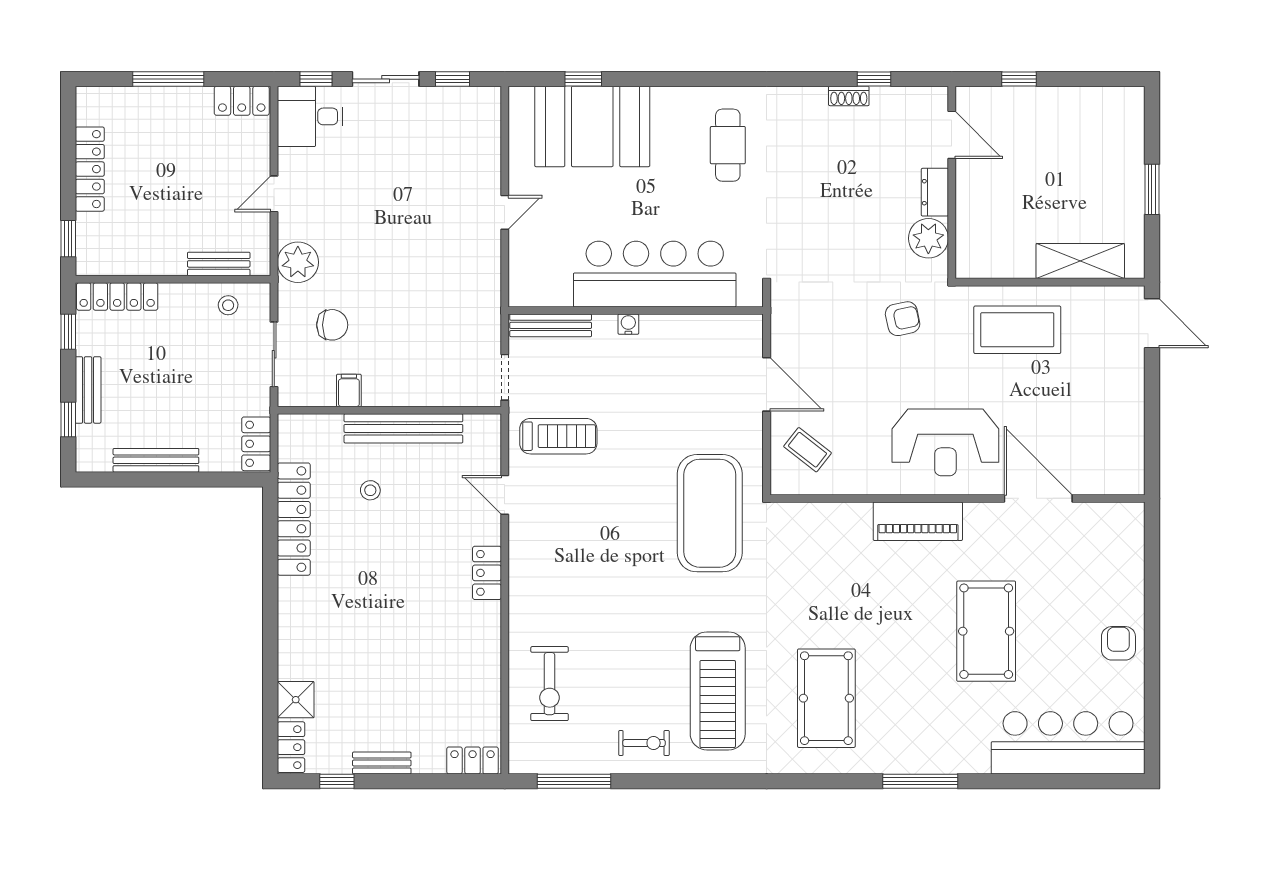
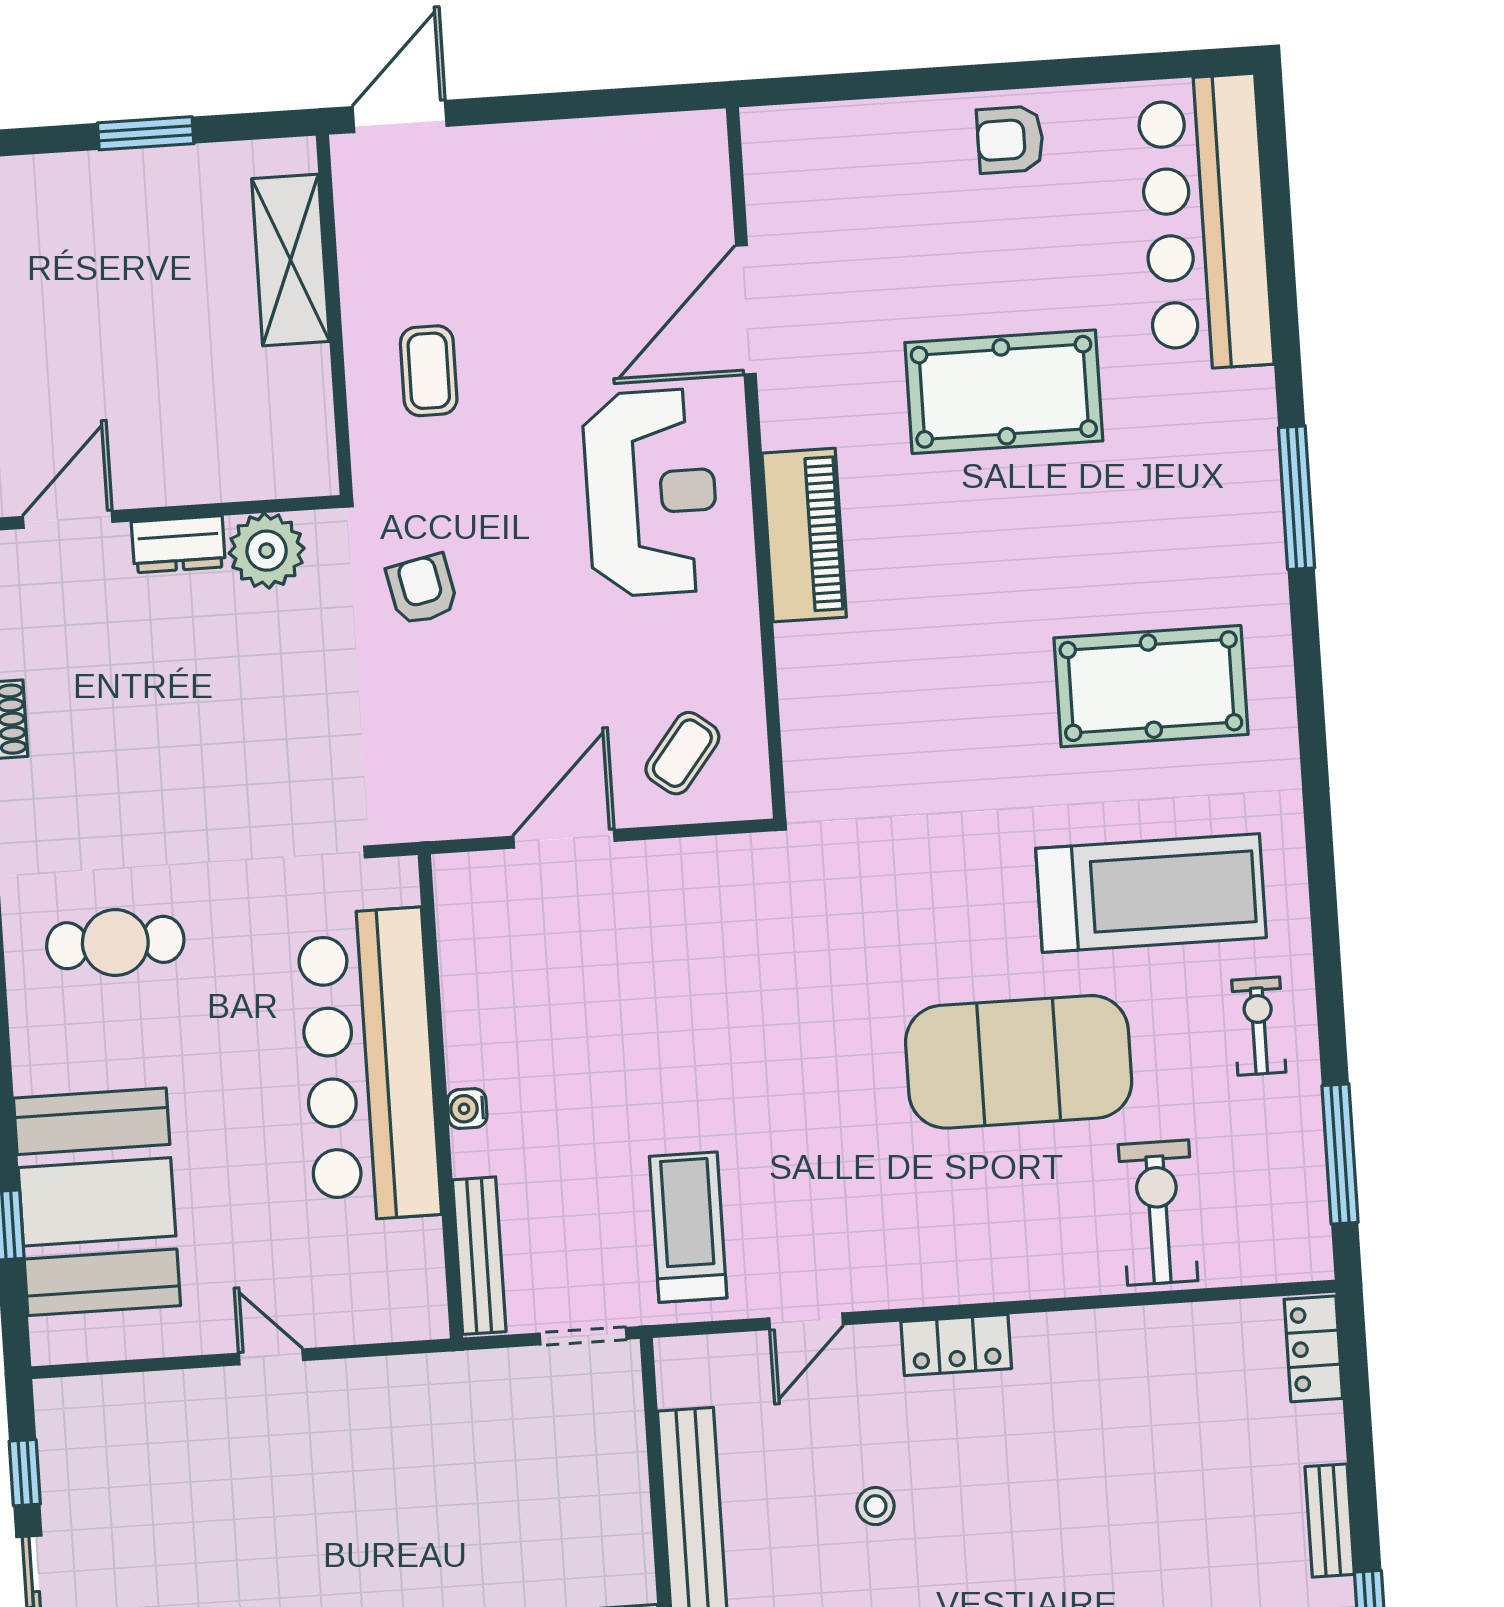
coffee table: (1017, 330) -> (429, 371), width x0.54, depth x0.58
stool: (370, 490) -> (876, 1506), moved
exercise mat: (710, 513) -> (1019, 1062), moved
exercise bike: (550, 684) -> (1158, 1213), turned -90

